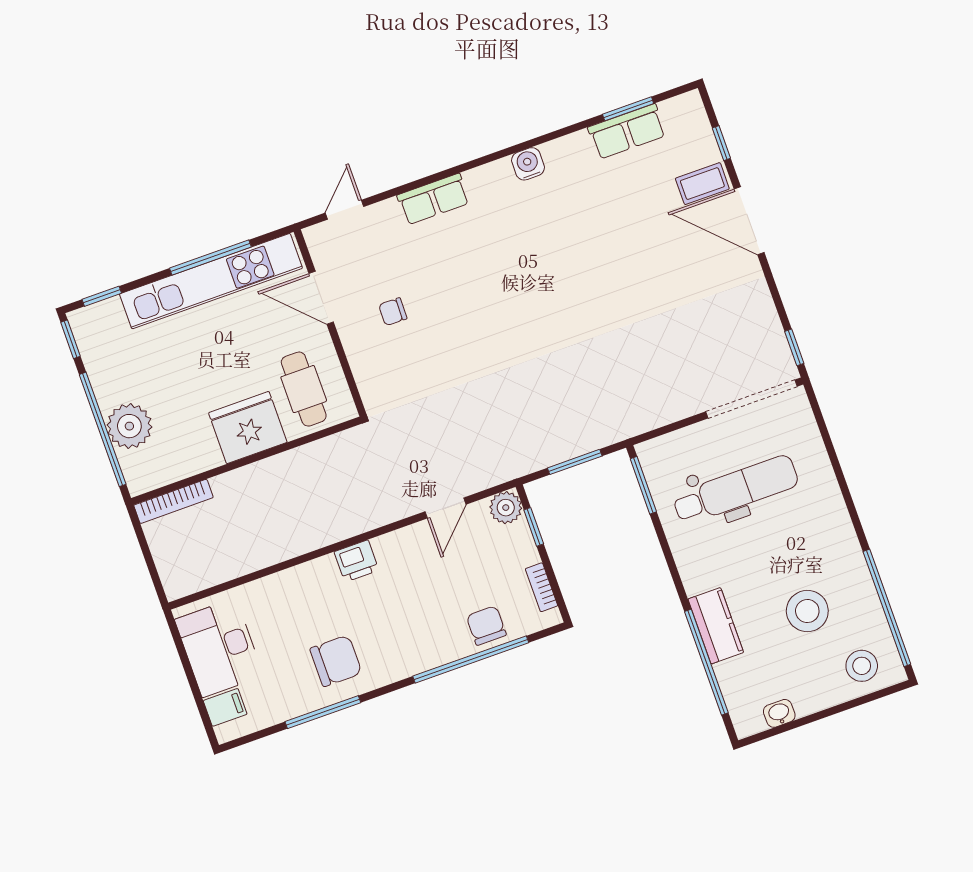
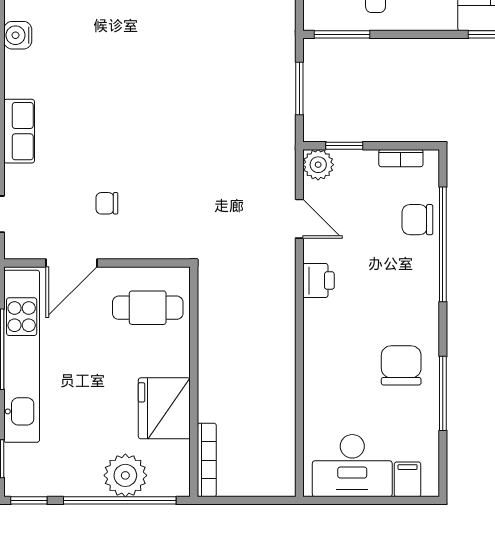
chair: (393, 312) -> (107, 203), turned 89
fridge: (248, 428) -> (164, 408), moved
printer: (356, 561) -> (318, 281), moved

